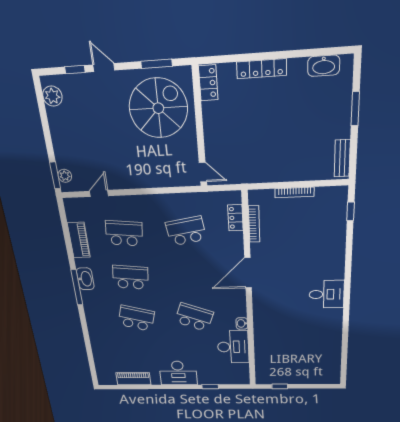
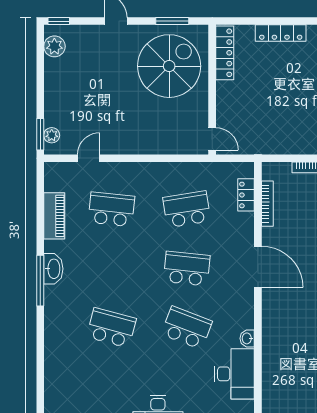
window: (75, 70) -> (59, 21), moved
locker: (208, 83) -> (225, 53), width x1.53
door: (248, 273) -> (258, 267), swing flipped
school desk: (130, 277) -> (187, 269), moved

